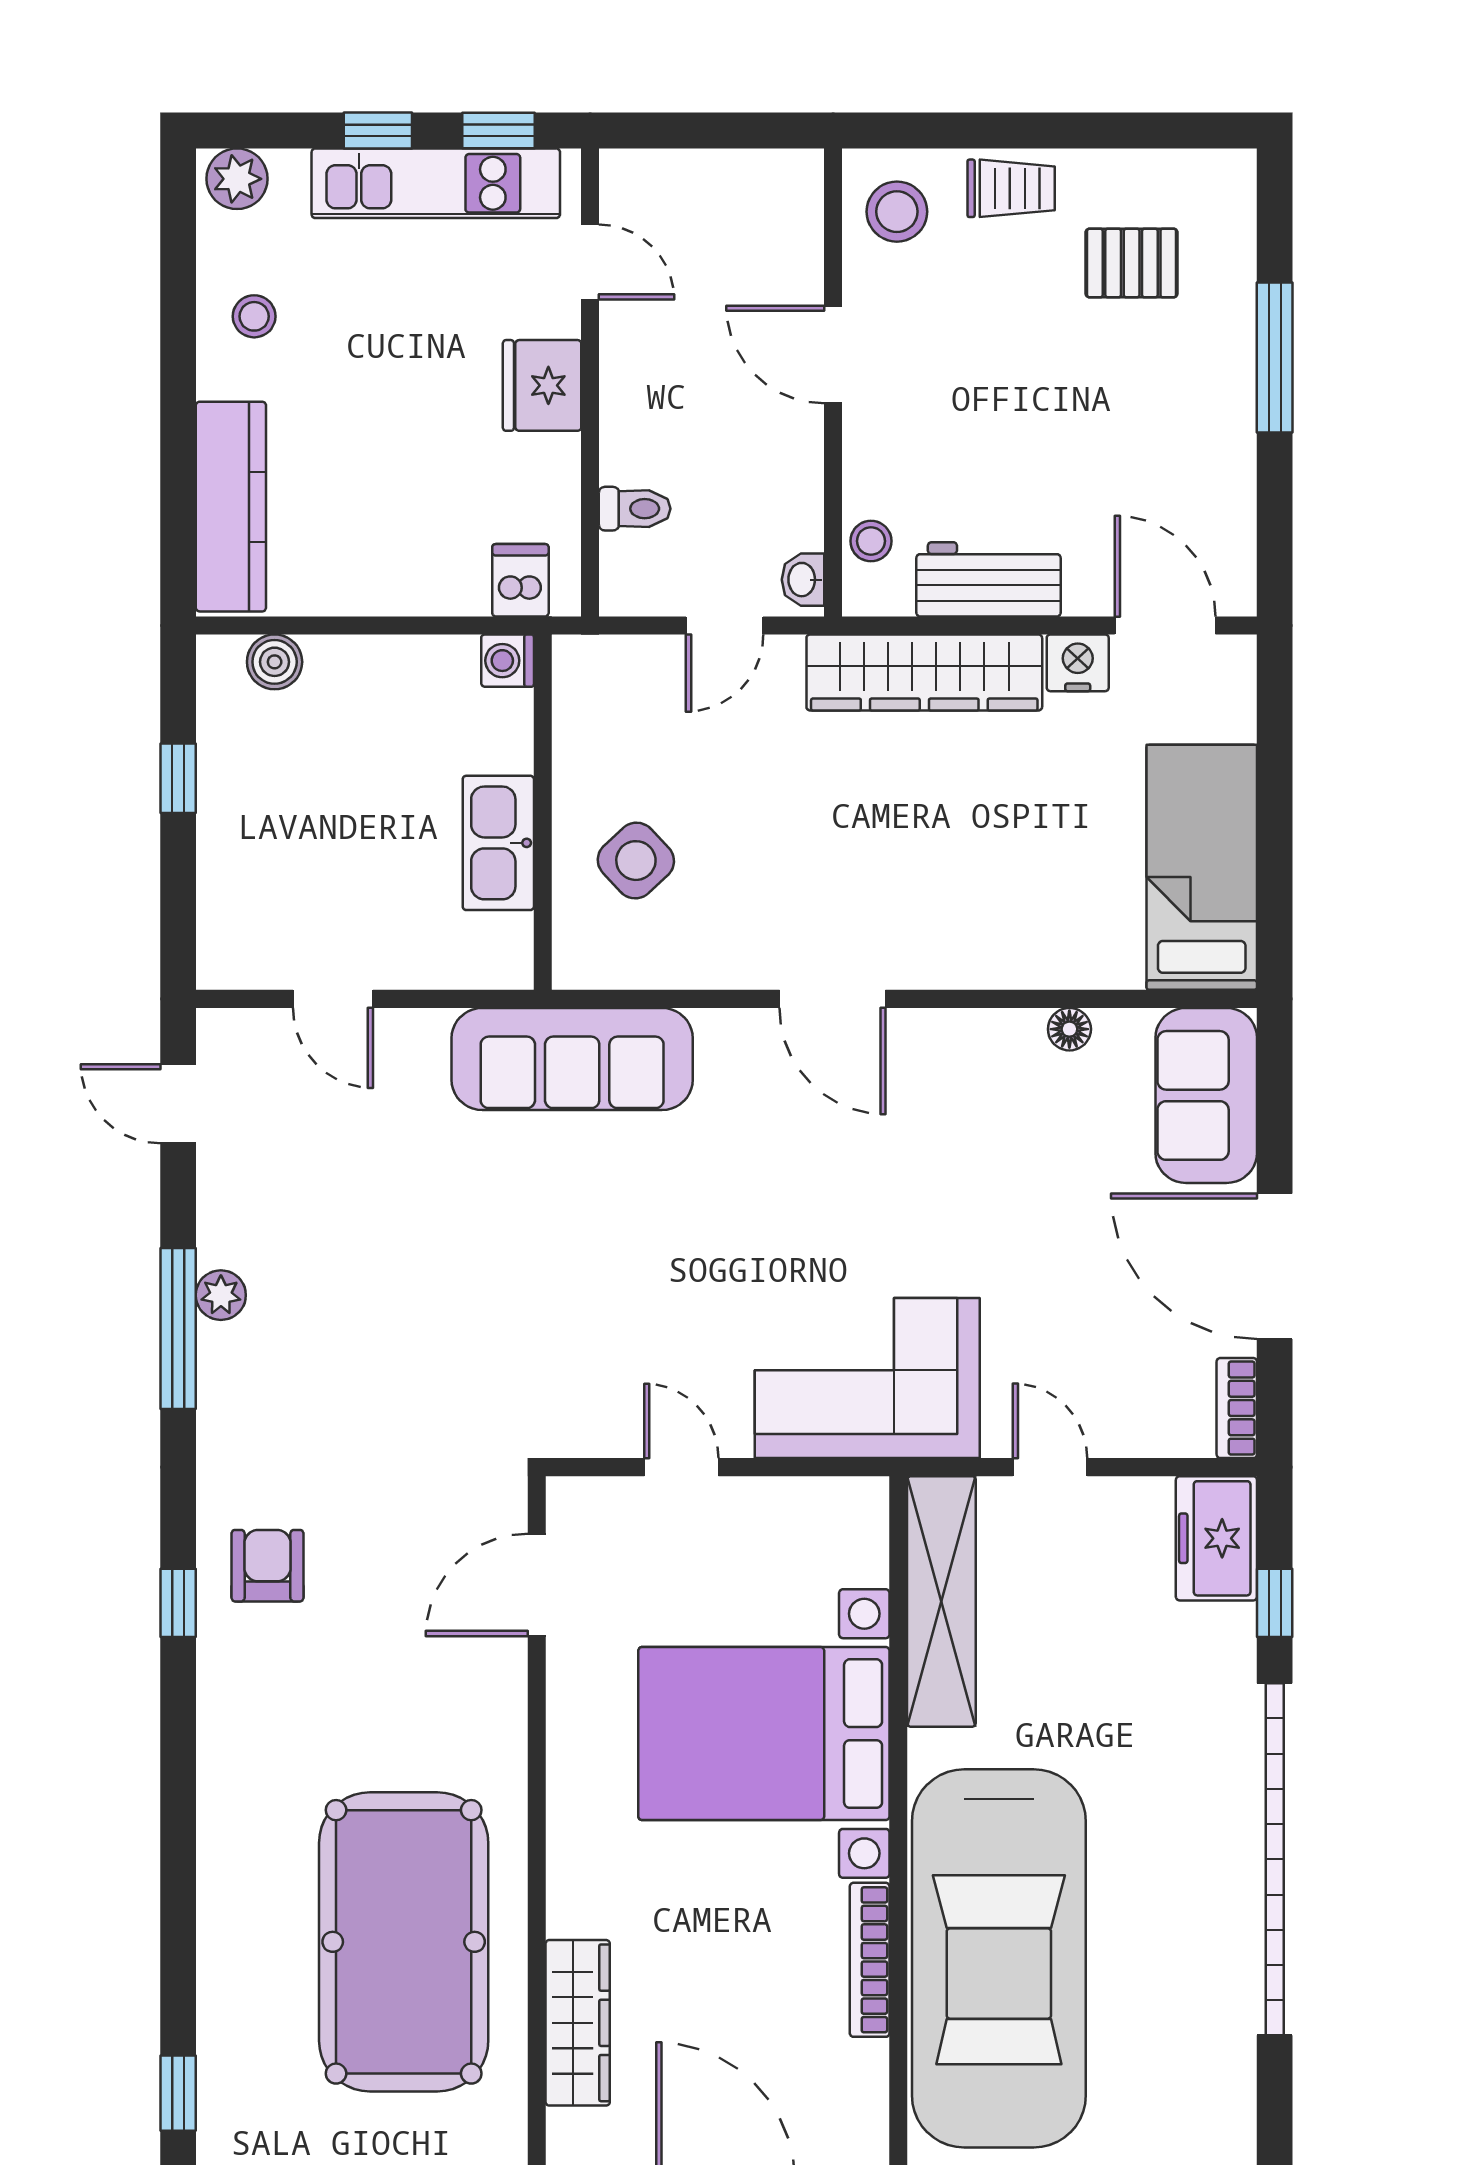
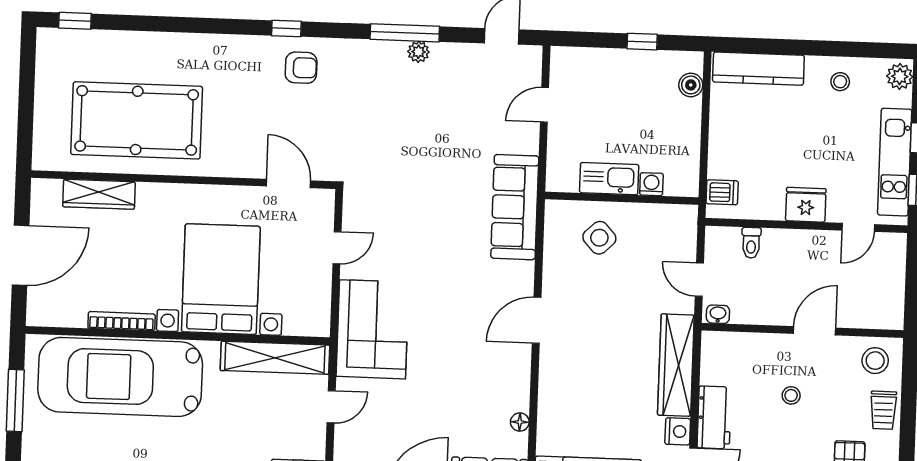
stool: (871, 541) -> (791, 395), moved
workbench: (988, 579) -> (714, 417), moved
washing machine: (508, 661) -> (651, 184), moved

